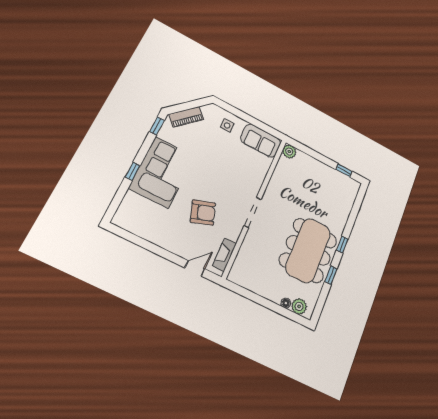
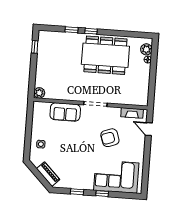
window: (157, 126) -> (77, 192), moved
sofa: (261, 141) -> (65, 112), moved, turned 90
corner sofa: (162, 172) -> (116, 177), moved
armchair: (203, 213) -> (110, 138), turned -90
window: (331, 275) -> (71, 30), moved

